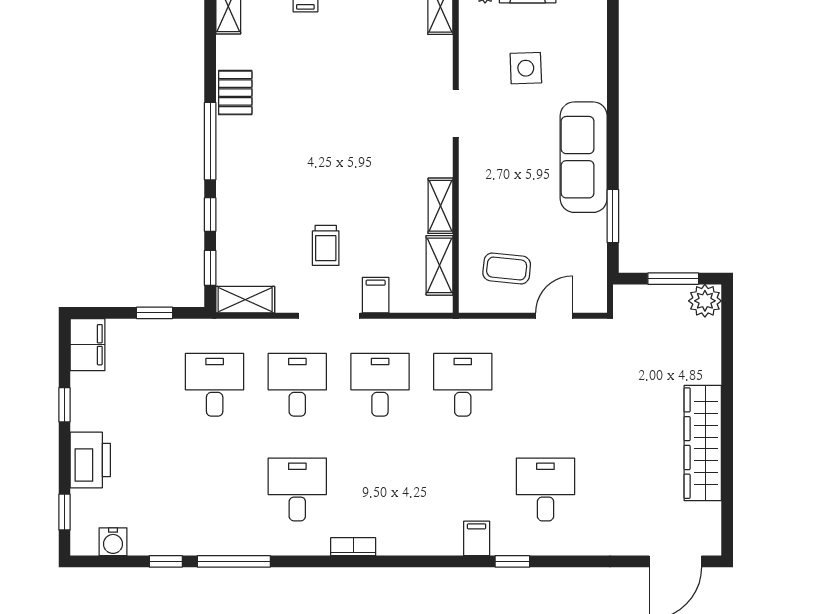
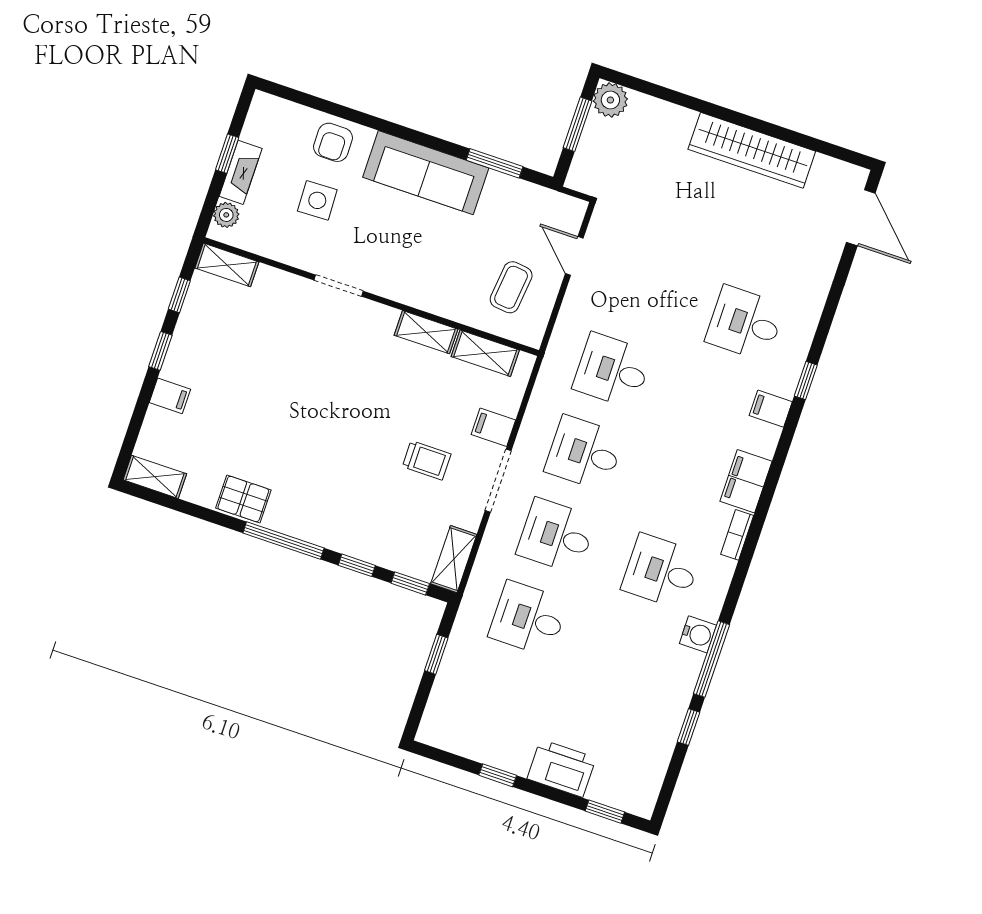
armchair: (583, 65) -> (333, 142), added
filing cabinet: (88, 345) -> (746, 481), moved, turned -90
water cooler: (113, 542) -> (698, 634), moved

